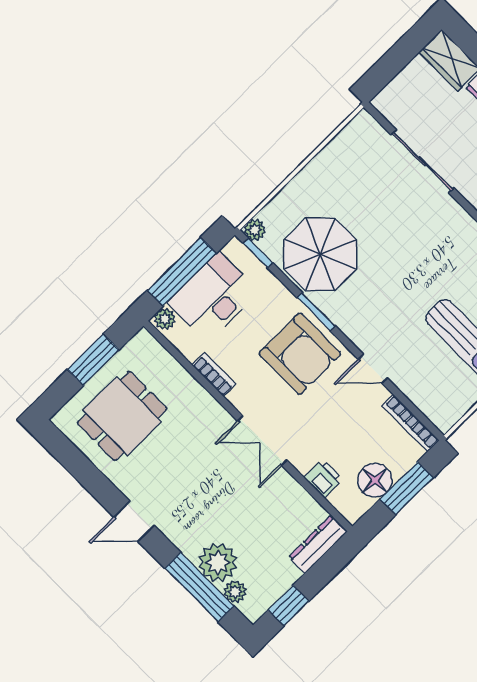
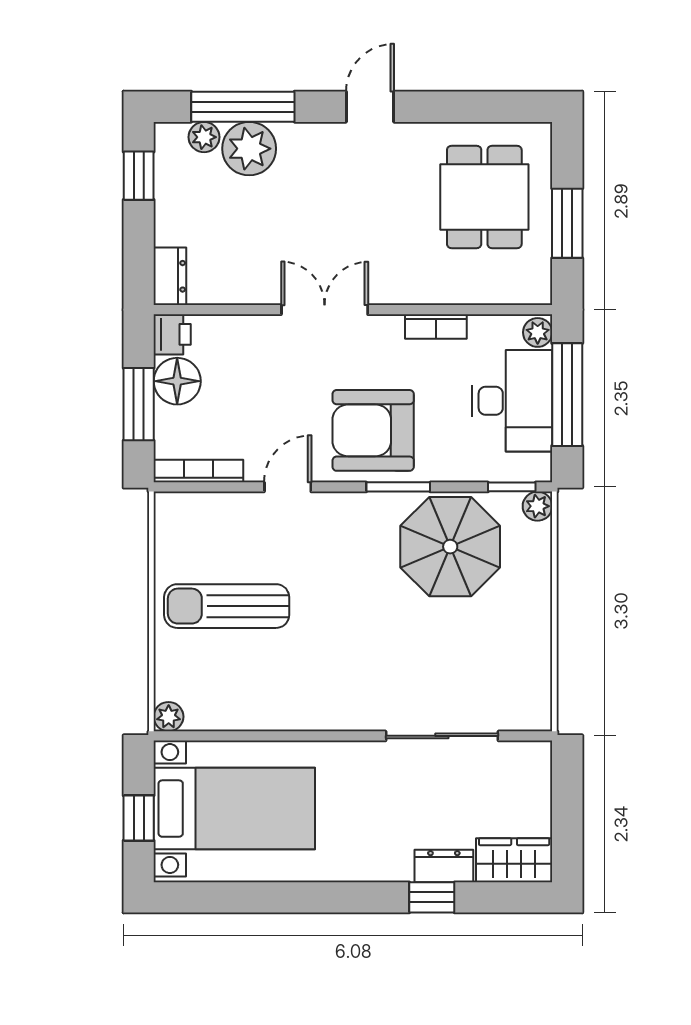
printer: (323, 478) -> (172, 334), moved, turned -90
dresser: (318, 544) -> (170, 276), width x0.70

